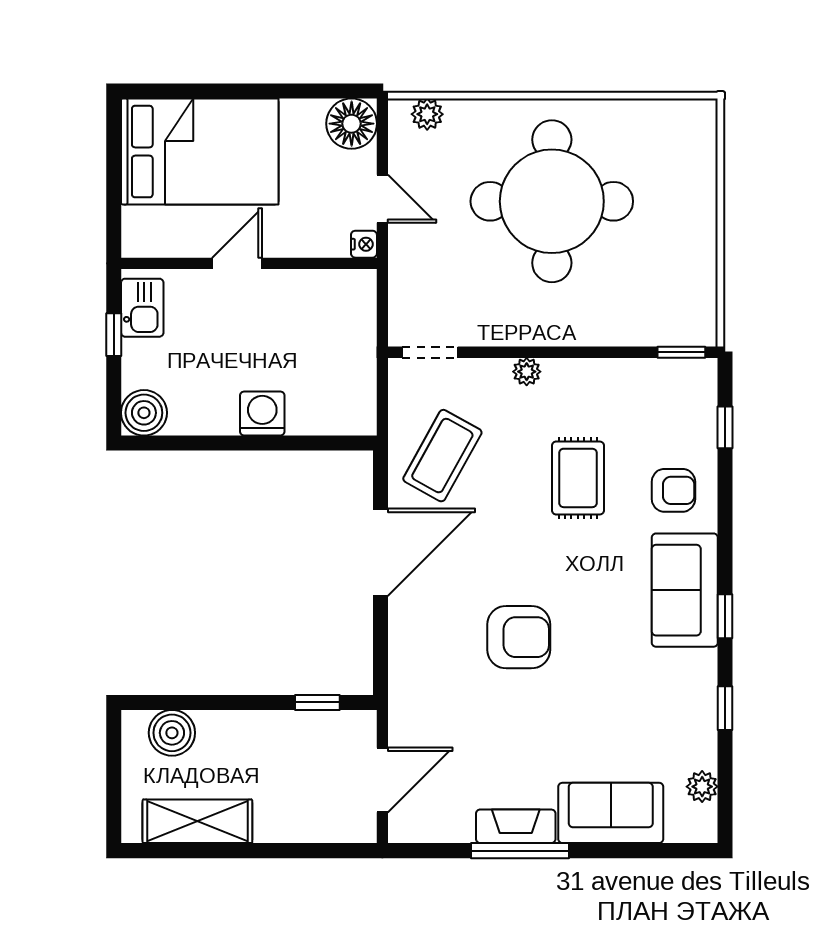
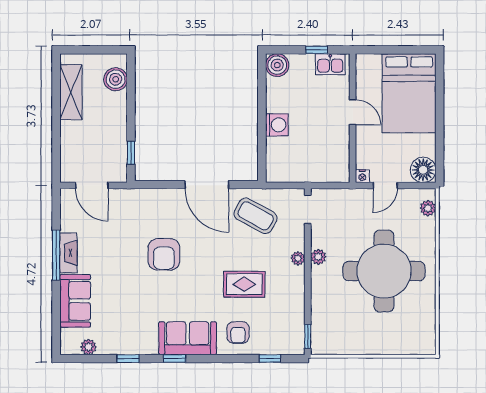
plant: (524, 331) -> (318, 257), added

